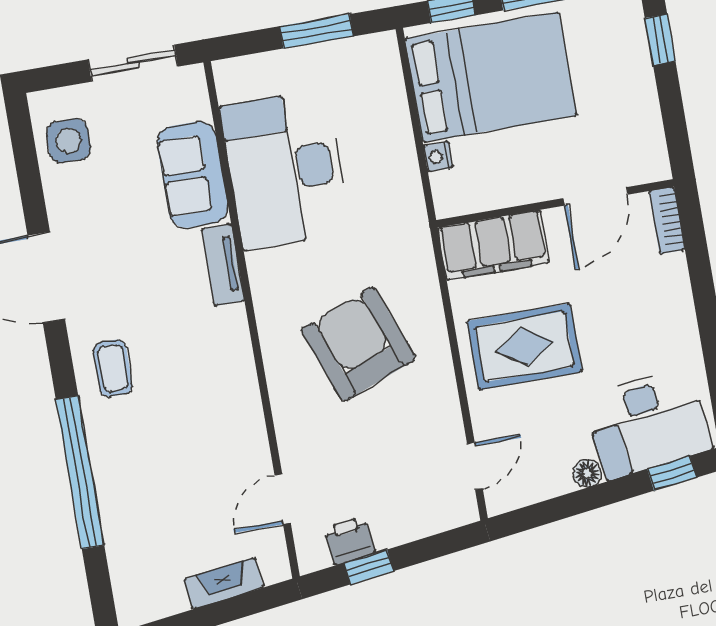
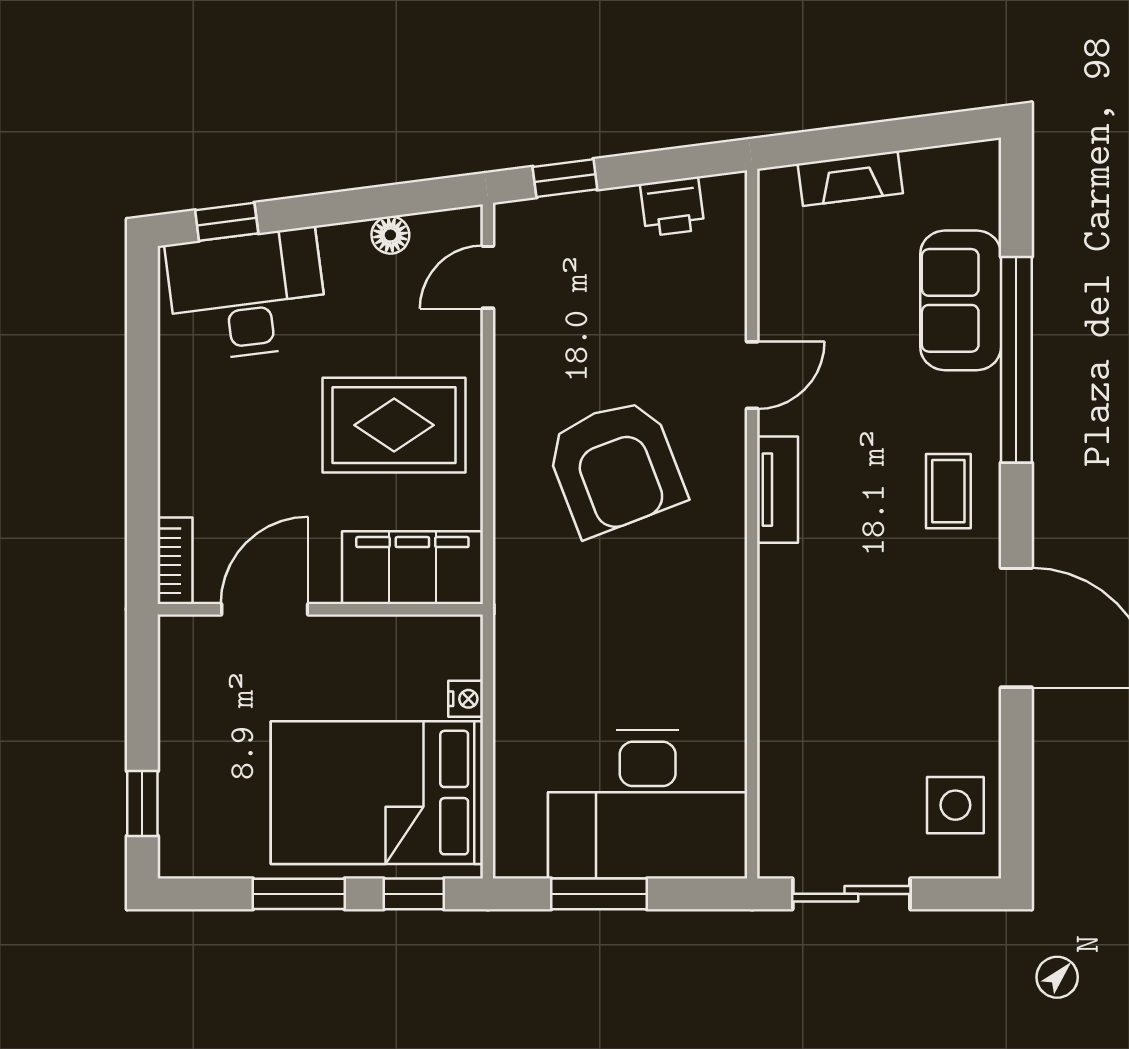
desk: (285, 170) -> (648, 804), moved, turned 90
sofa: (192, 175) -> (961, 300), moved, turned 180
tv unit: (223, 265) -> (778, 490), moved
floor lamp: (587, 473) -> (390, 235), moved
door: (283, 499) -> (752, 375), moved
window: (369, 567) -> (565, 178), moved

